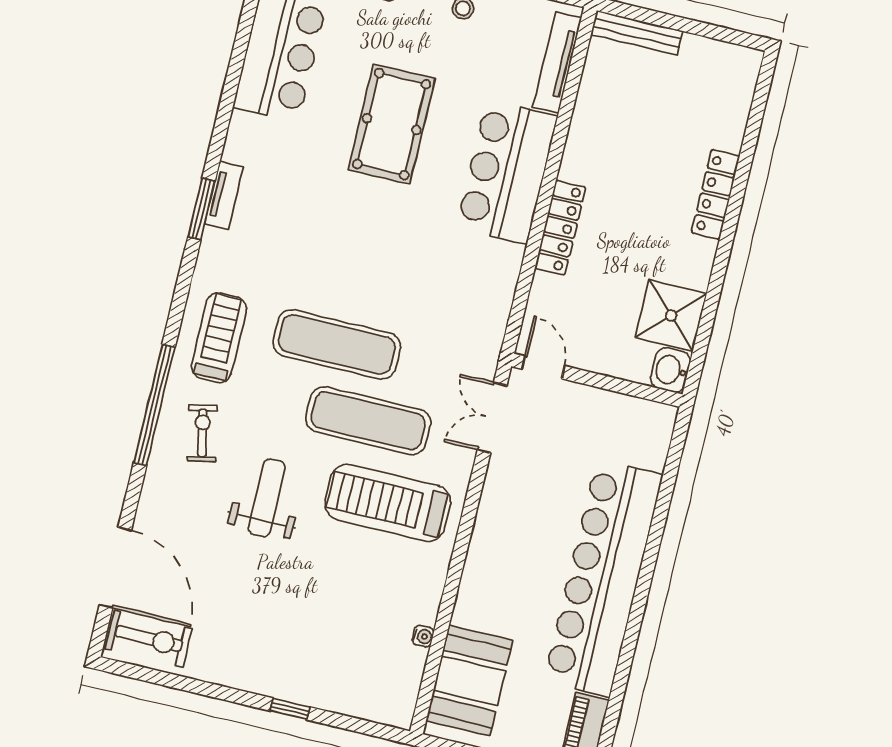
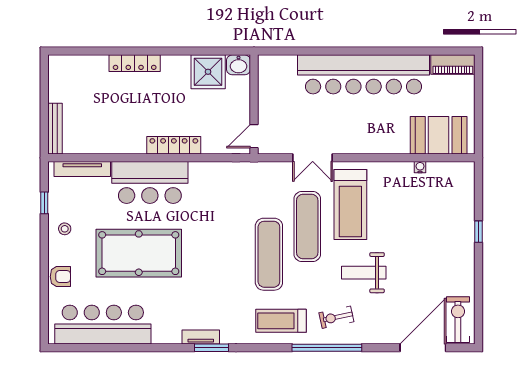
pool table: (392, 124) -> (139, 253), width x1.36, depth x1.32
double door: (492, 418) -> (313, 158), moved

